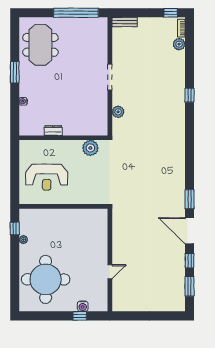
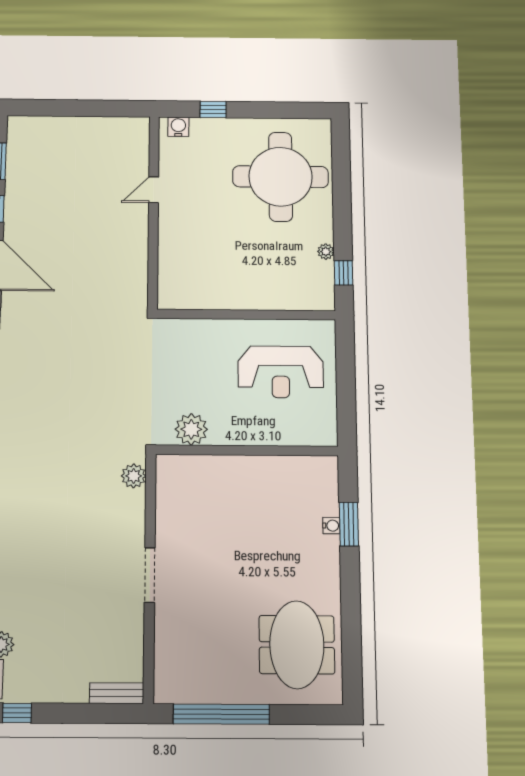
window: (15, 72) -> (349, 524), moved
plant: (118, 112) -> (134, 476), moved
dresser: (53, 131) -> (268, 465), removed
reception desk: (47, 177) -> (281, 372), turned 180
water cooler: (83, 306) -> (178, 127), moved

